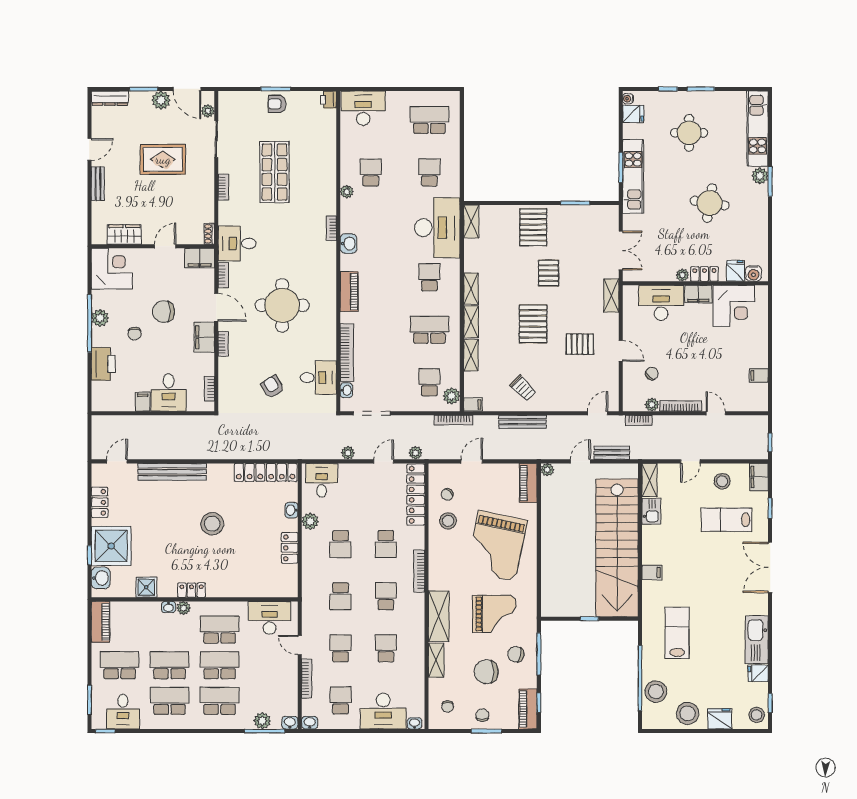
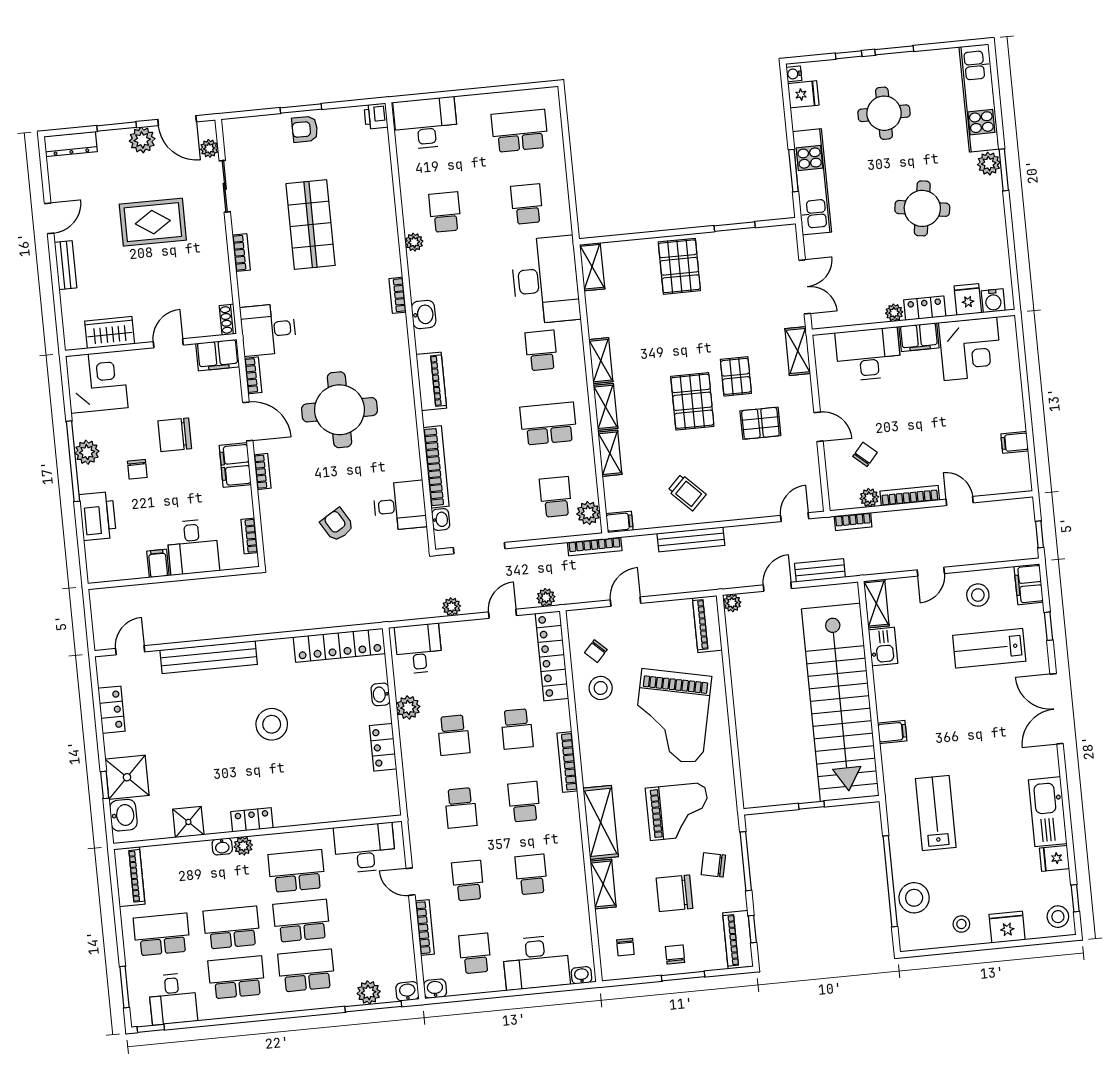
pallet: (548, 273) -> (736, 376), moved
shower: (111, 546) -> (127, 777), width x0.73, depth x0.73
stool: (688, 713) -> (961, 924), width x0.53, depth x0.53

